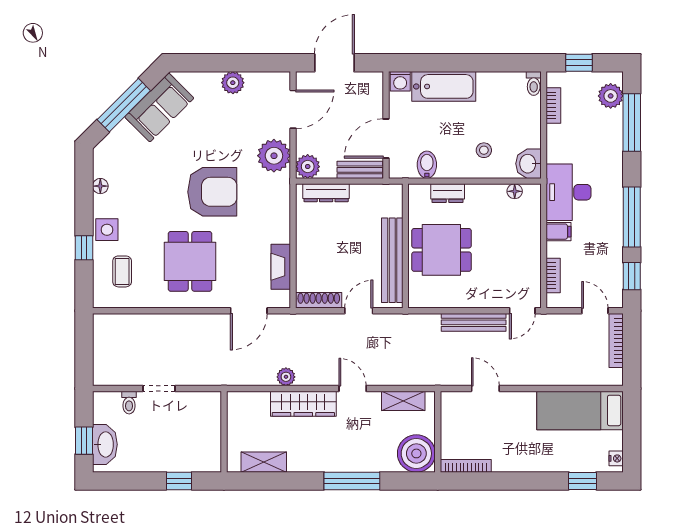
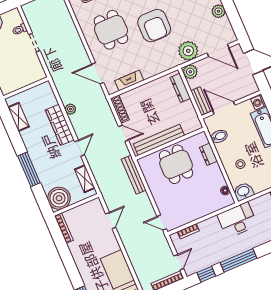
filing cabinet: (559, 232) -> (213, 224), removed
dining table: (190, 261) -> (111, 30), turned 90
bench: (474, 322) -> (134, 175), moved

